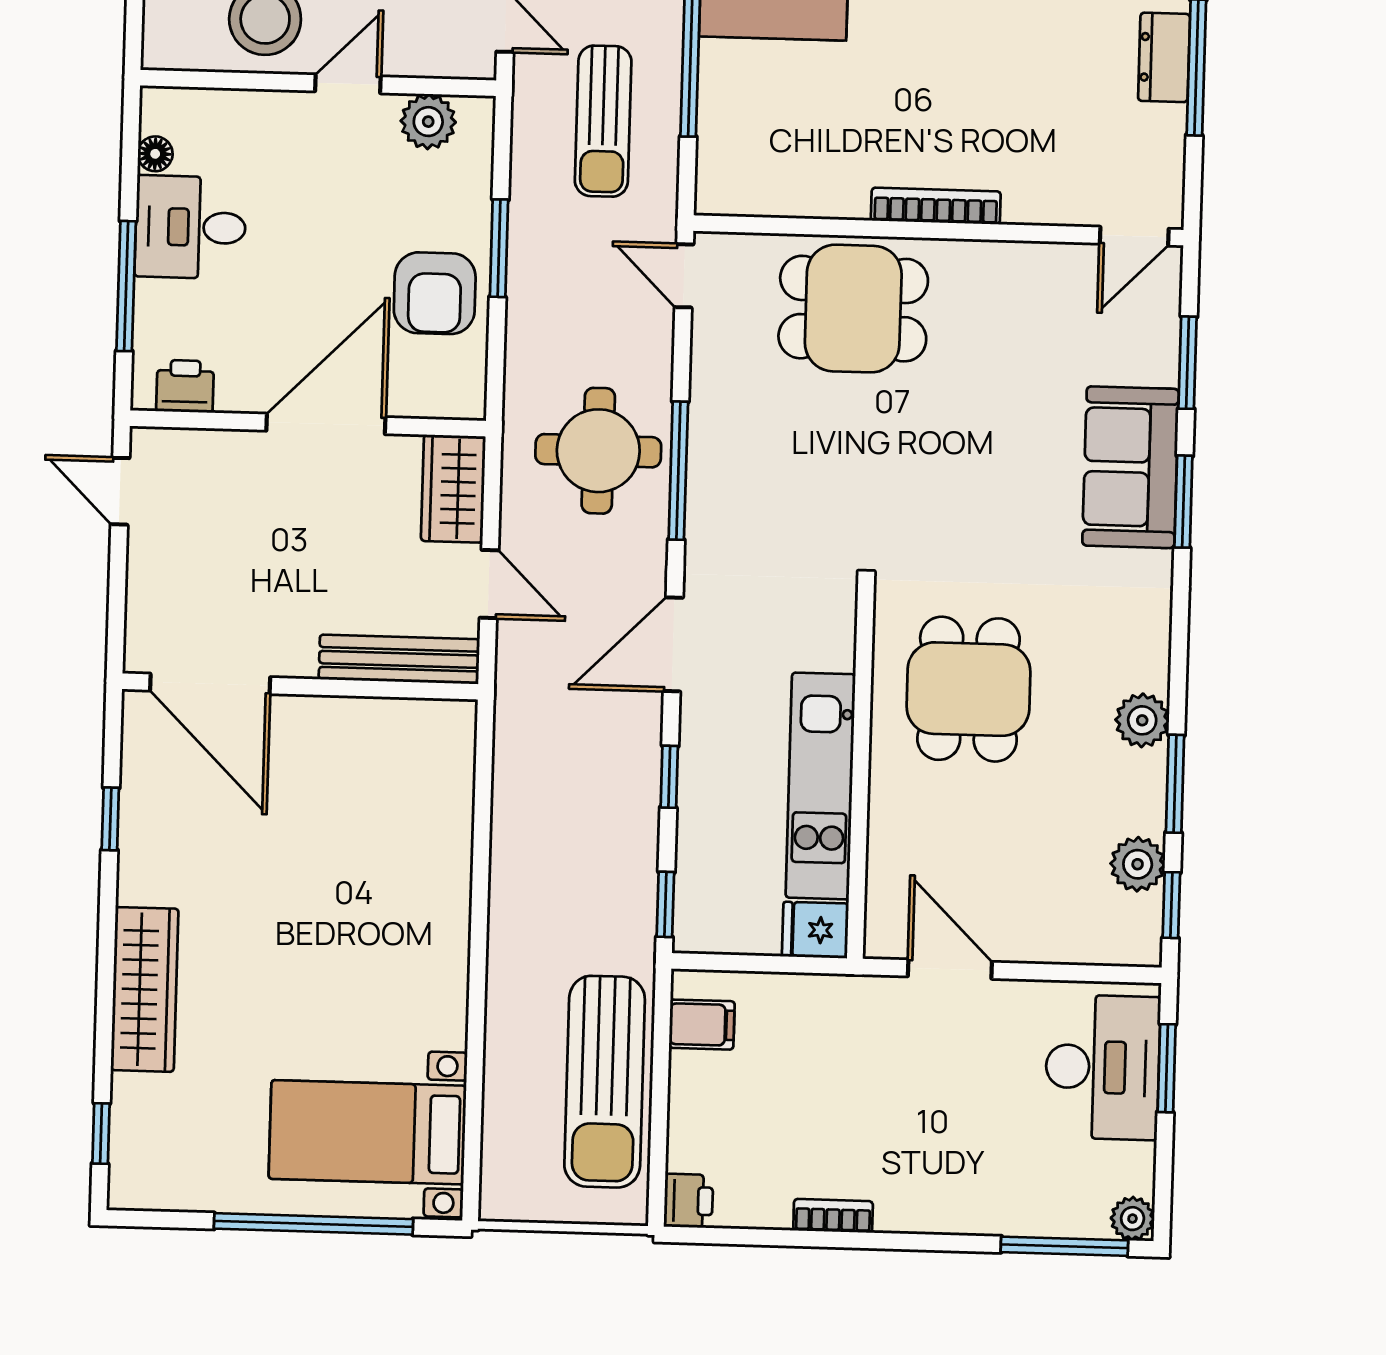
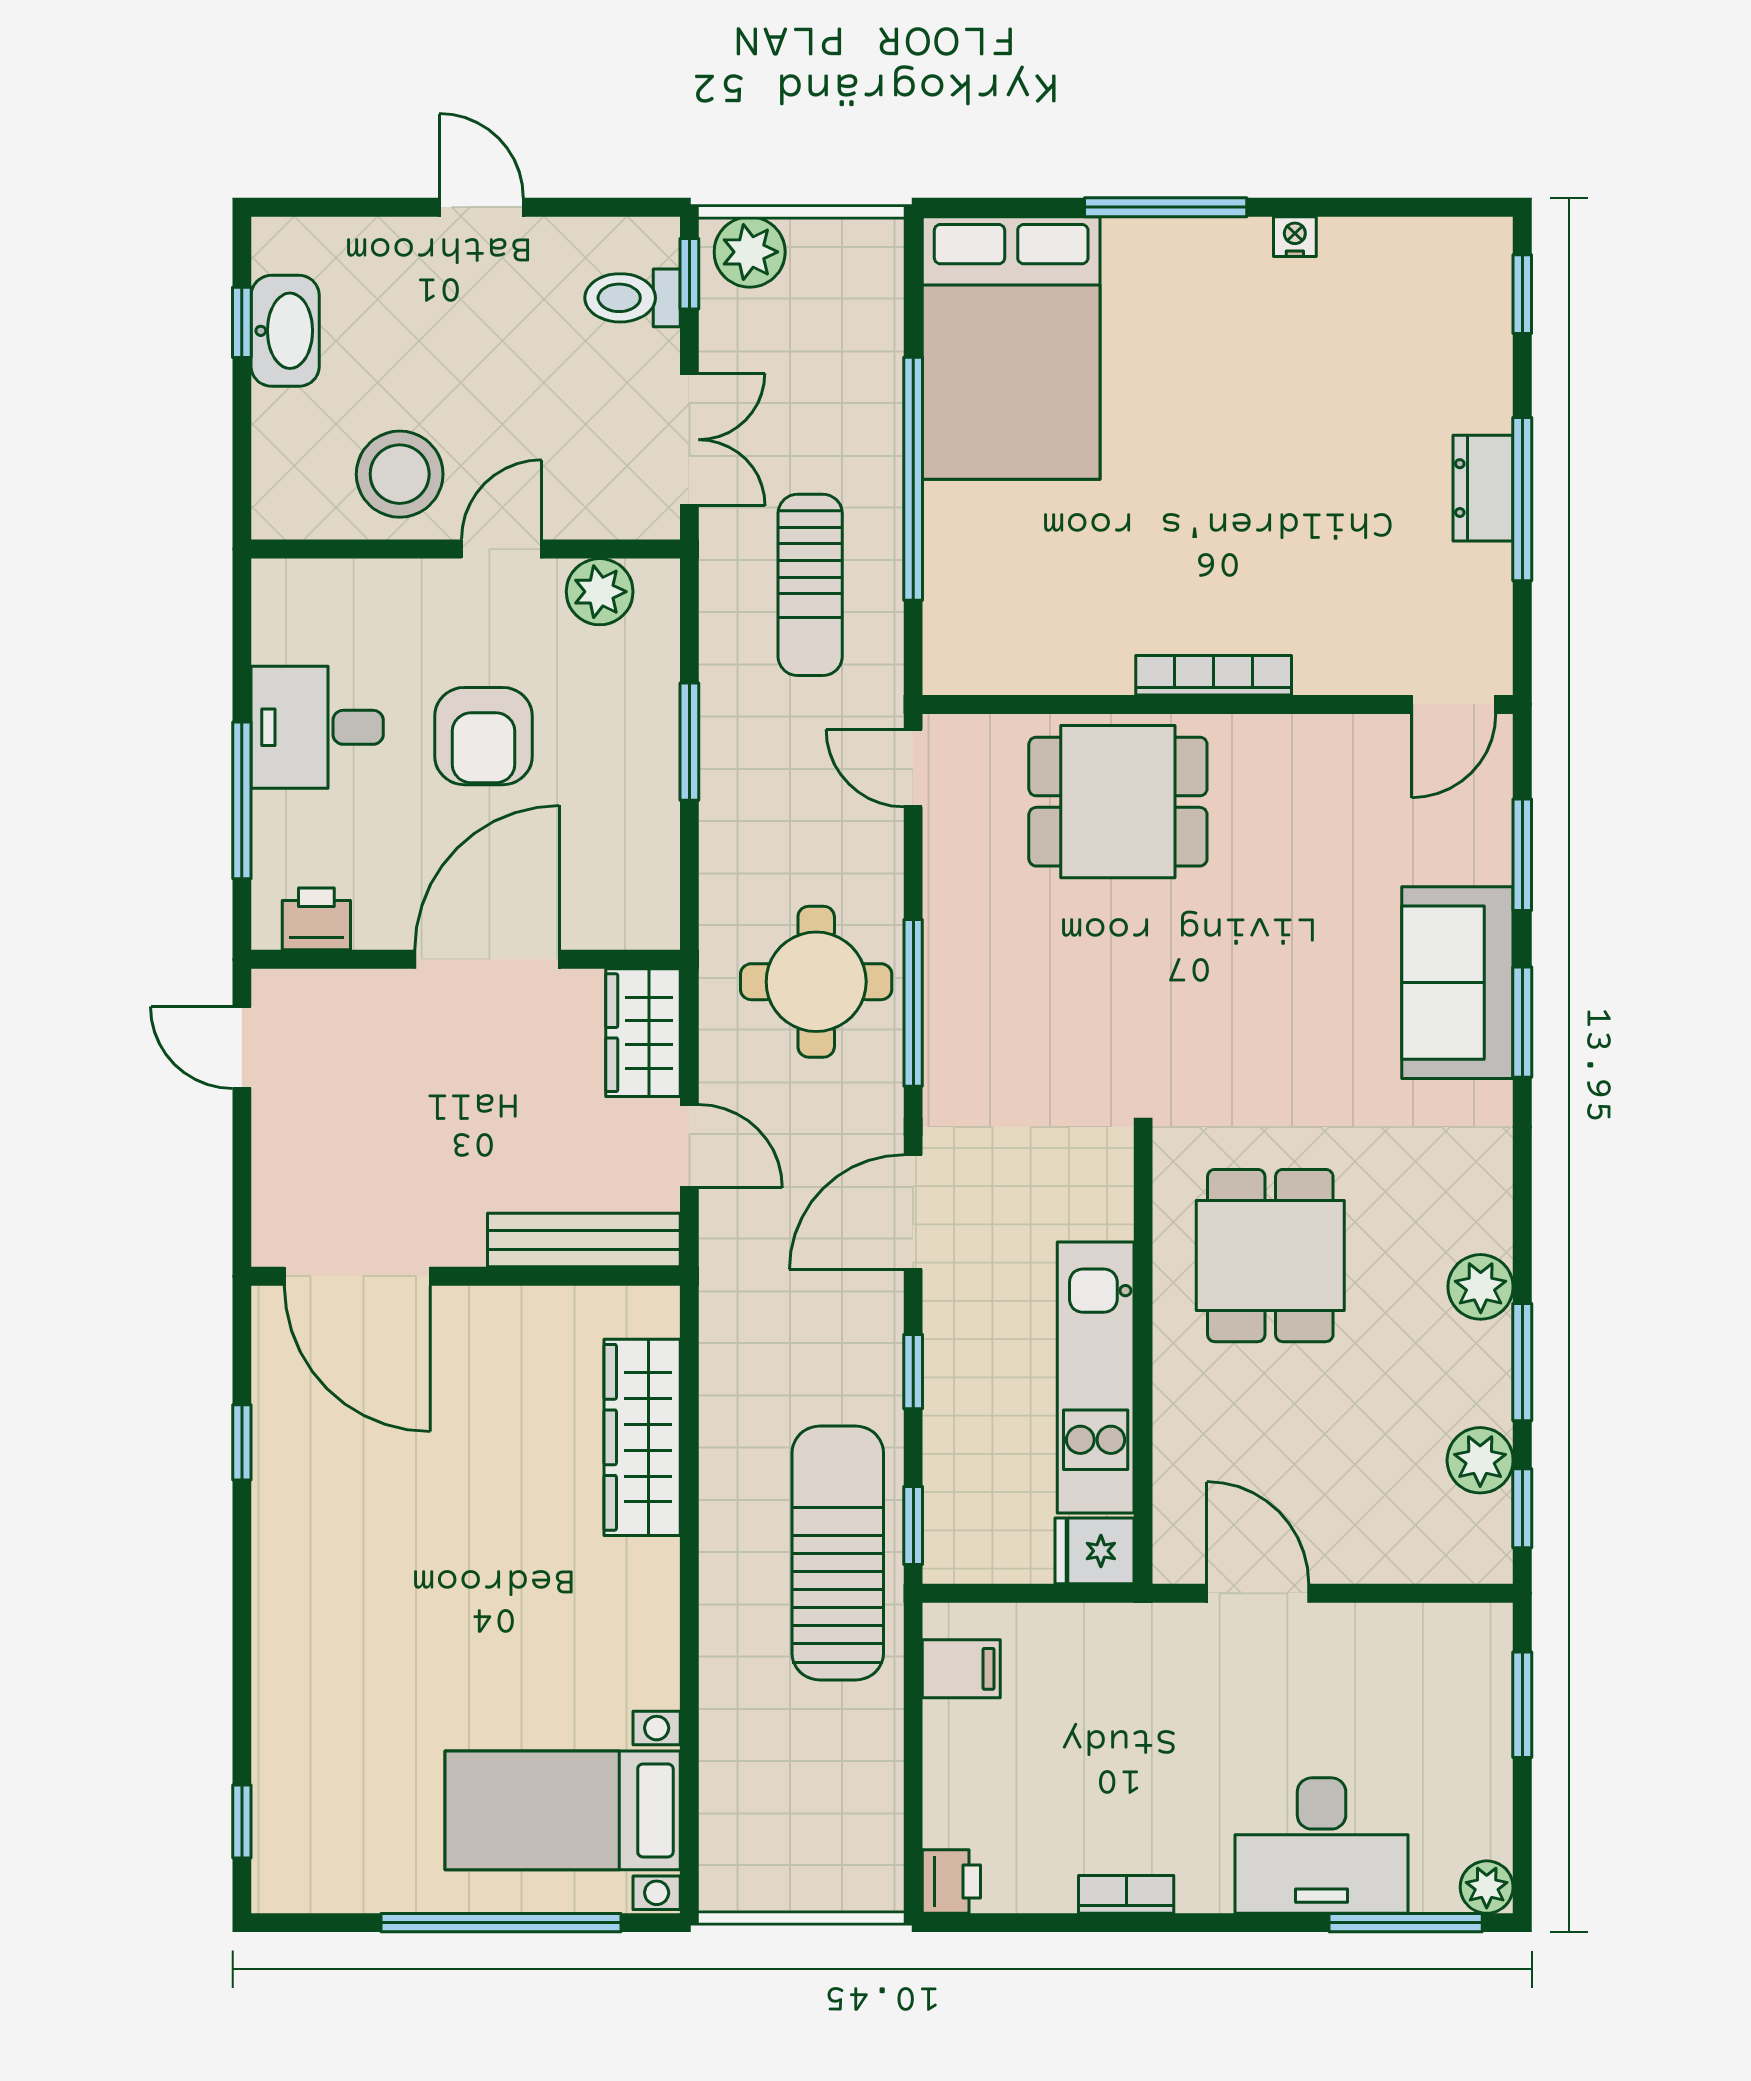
floor lamp: (155, 154) -> (272, 640), removed
armchair: (435, 293) -> (484, 736), moved
wardrobe: (145, 989) -> (642, 1437), moved, turned 180
desk: (1103, 1067) -> (1322, 1846), moved, turned 90
sun lounger: (605, 1082) -> (838, 1553), moved, turned 180

